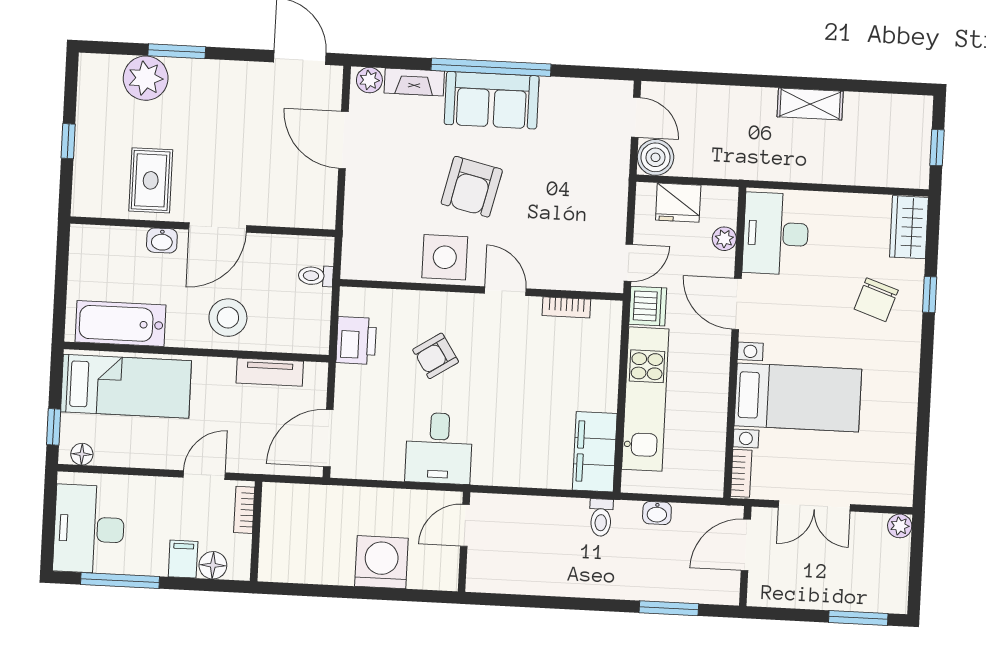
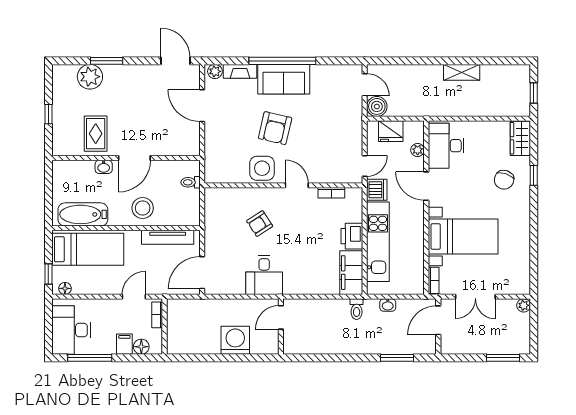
printer: (356, 340) -> (352, 236), moved, turned 180
tv unit: (270, 372) -> (168, 237), width x1.41

